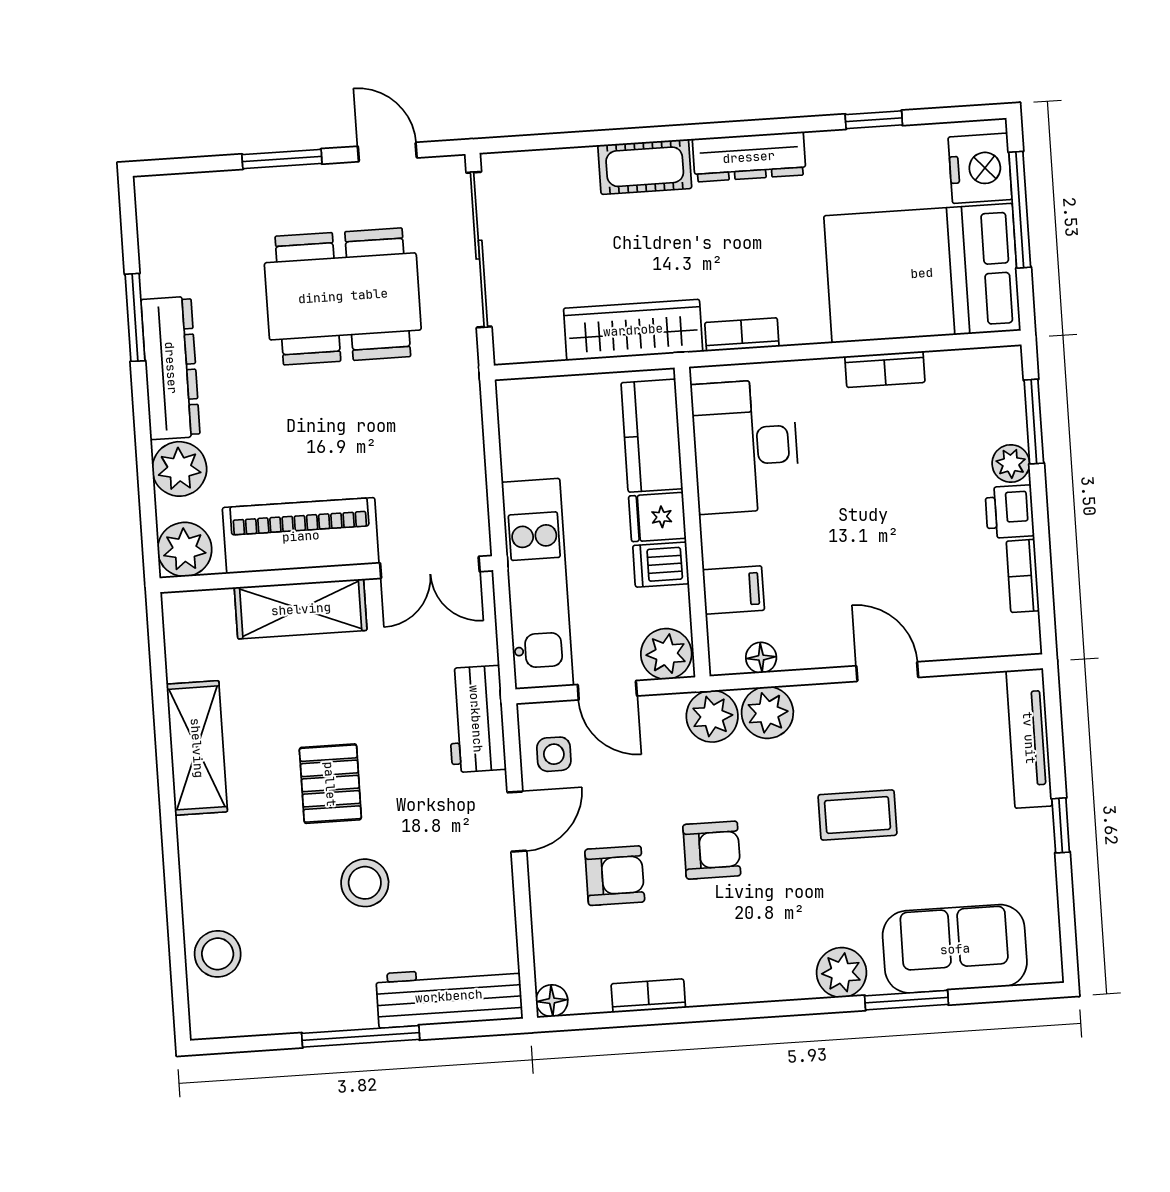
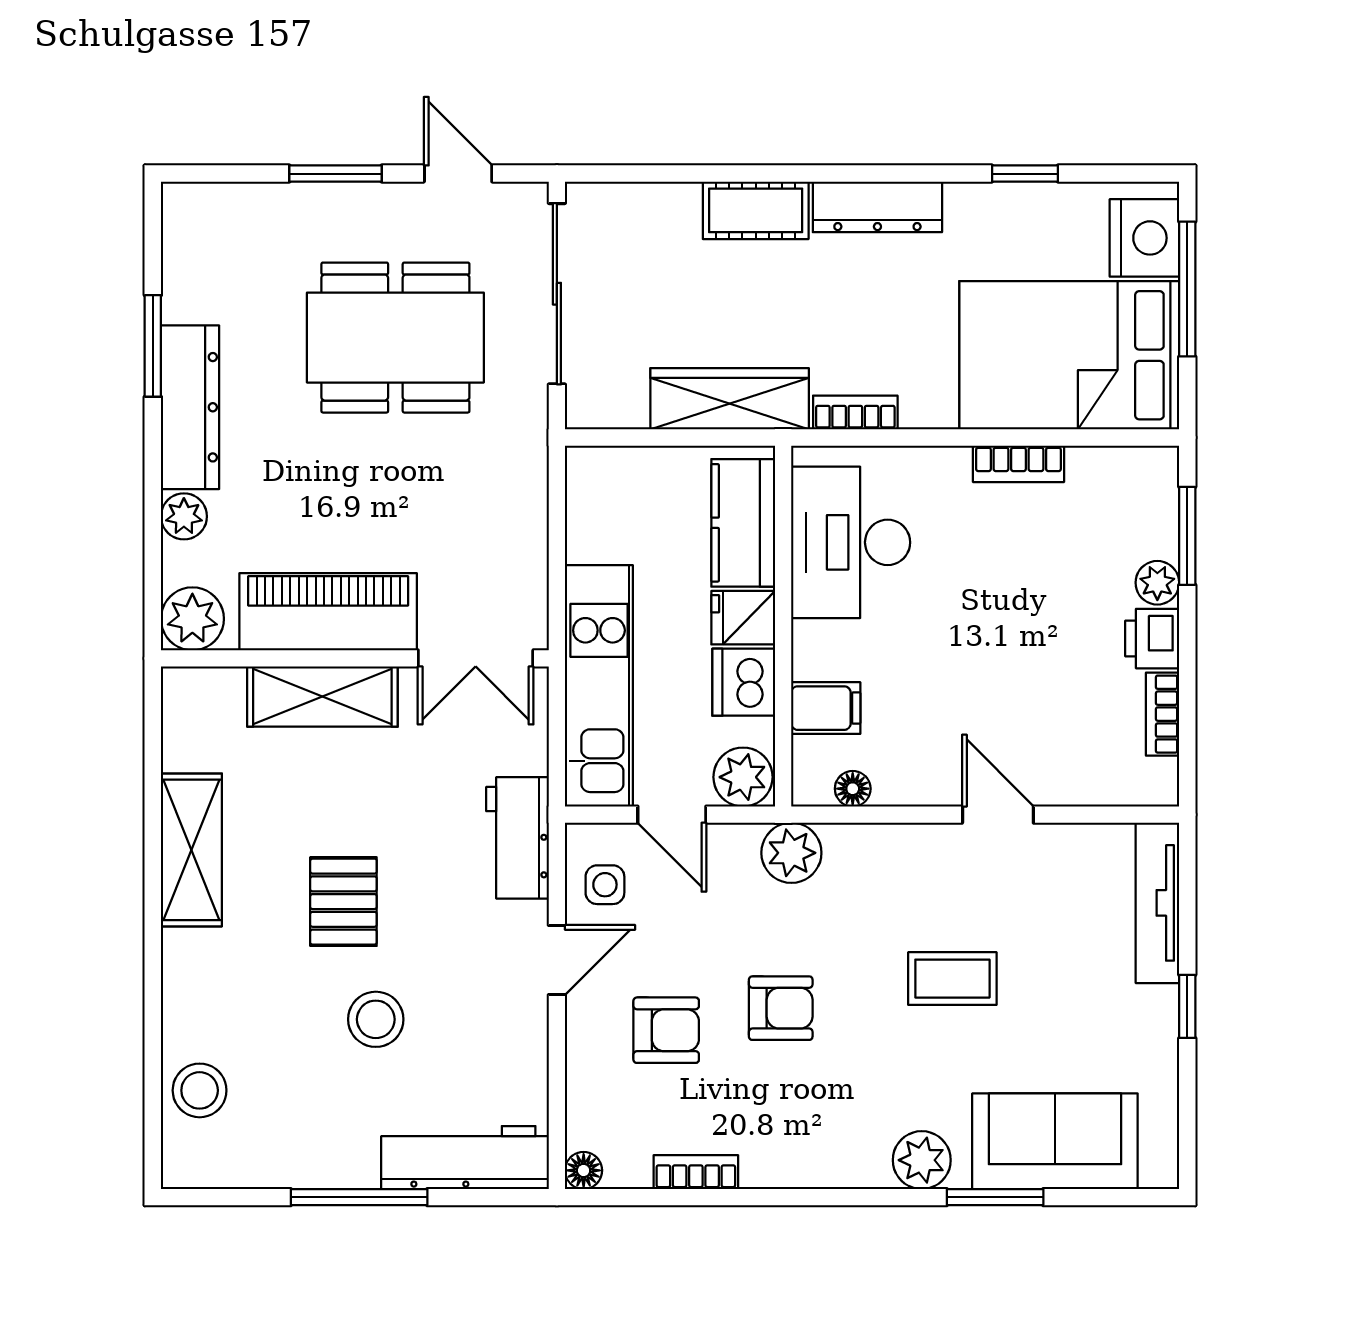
plant: (179, 469) -> (184, 516), width x0.73, depth x0.73
dishwasher: (661, 565) -> (744, 682), width x1.38
plant: (767, 713) -> (856, 853), removed

